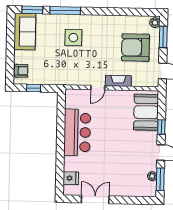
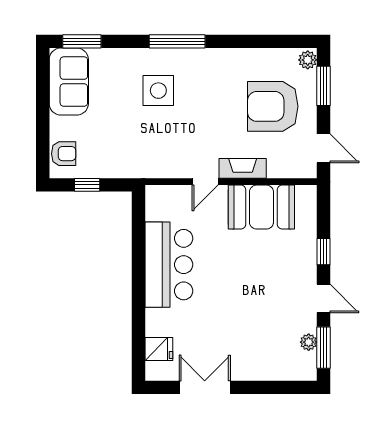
window: (65, 11) -> (177, 41), moved
booth: (146, 112) -> (261, 207), moved, turned 90

